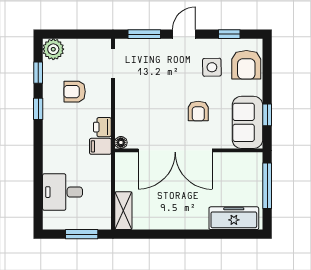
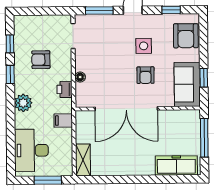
plant: (53, 49) -> (23, 103), moved
side table: (212, 67) -> (144, 46), moved
floor lamp: (121, 143) -> (80, 77), moved
filing cabinet: (100, 146) -> (63, 121), moved
desk: (62, 192) -> (31, 150), width x1.37

